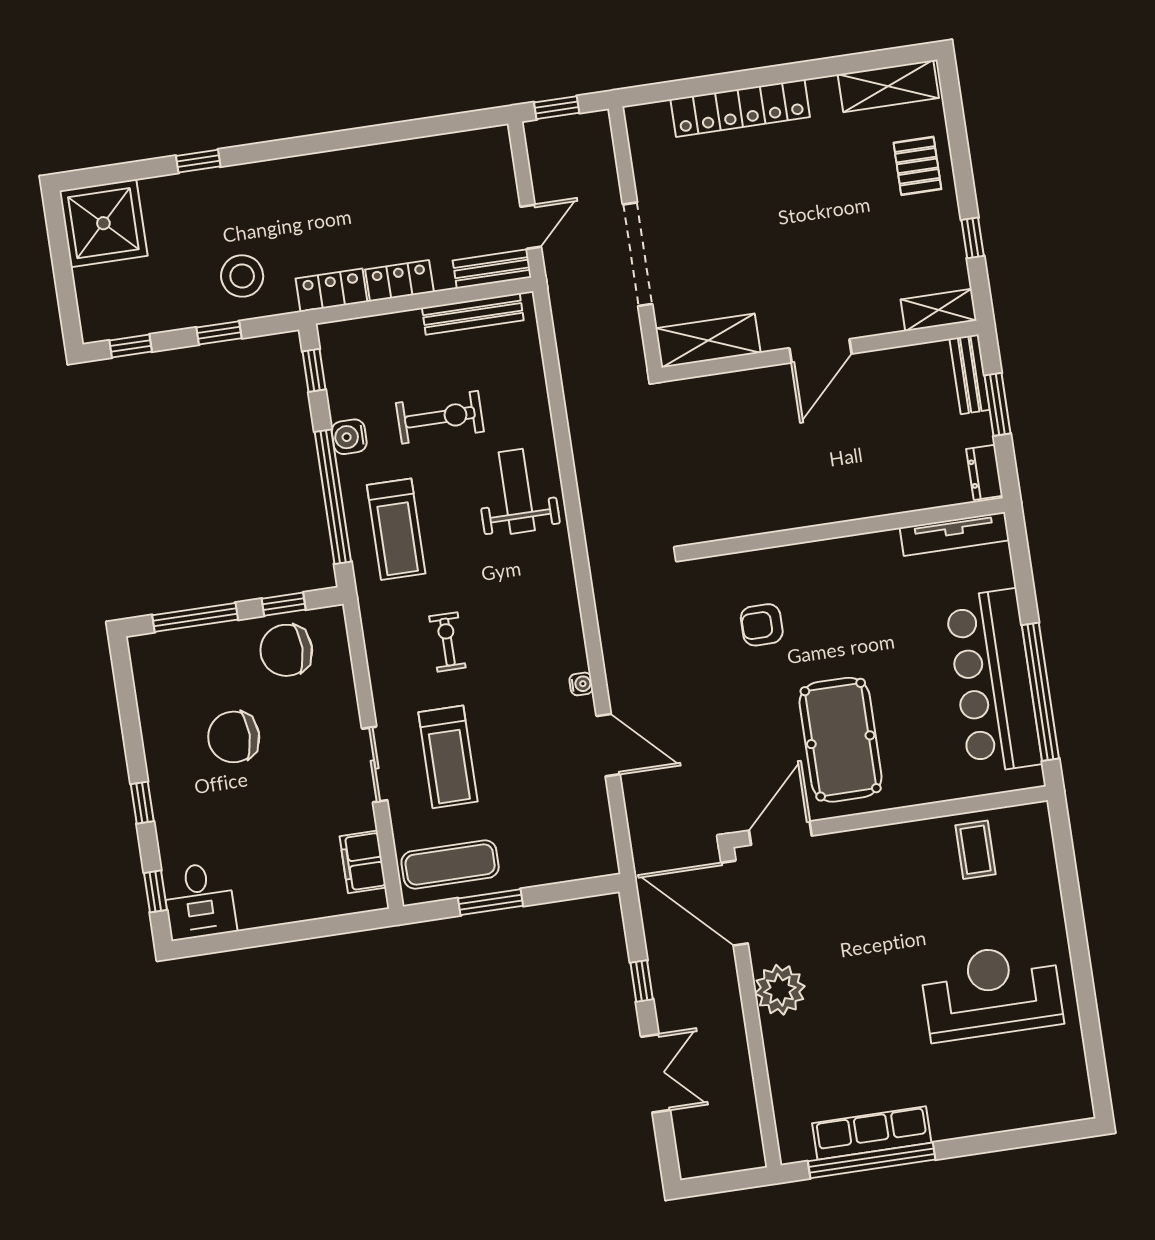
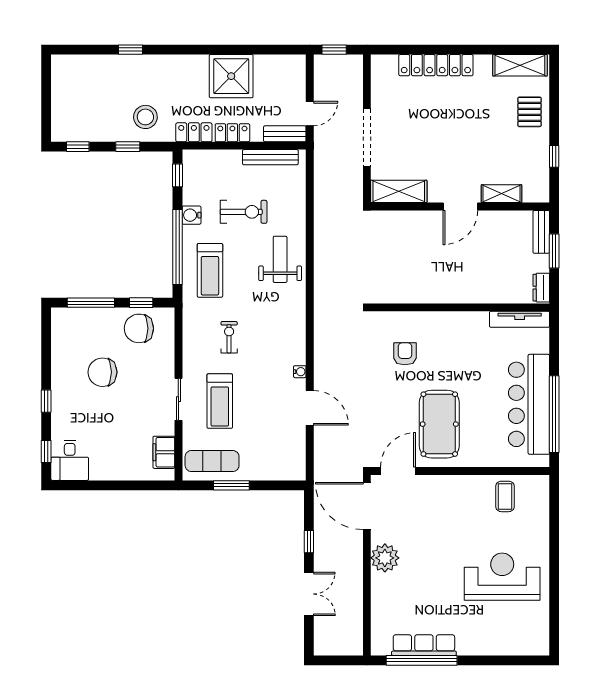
shower: (103, 223) -> (231, 76), moved
shelving: (939, 310) -> (502, 194), moved
armchair: (762, 625) -> (405, 354), turned 90

